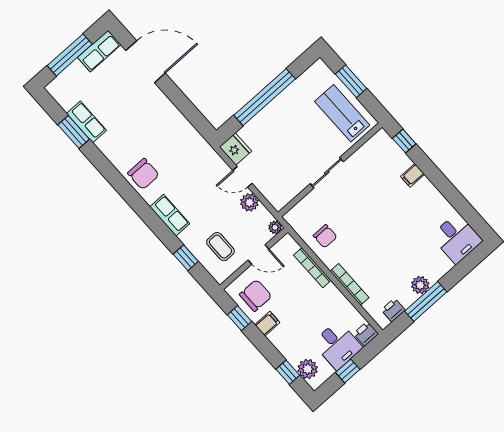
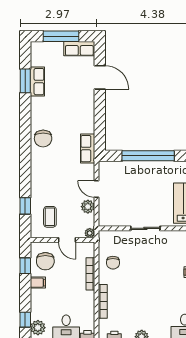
door: (146, 62) -> (100, 77), width x0.73
fridge: (235, 149) -> (106, 170), removed
row of seats: (170, 215) -> (88, 149), moved, turned 180
chair: (256, 295) -> (45, 261), turned 90

